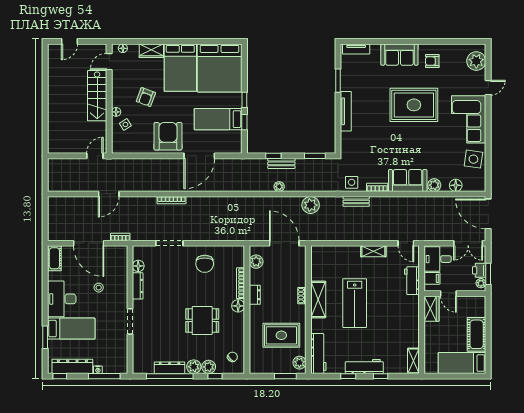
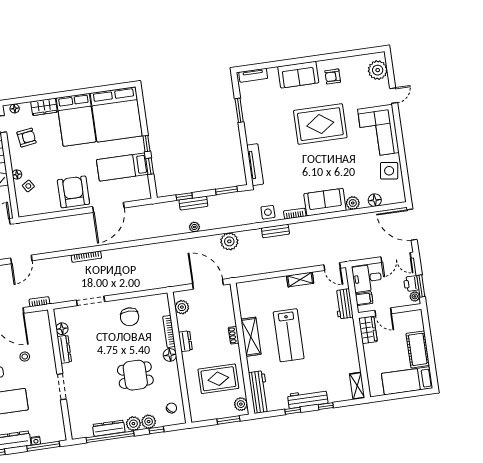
armchair: (146, 97) -> (27, 138), moved, turned -118
tv unit: (346, 111) -> (255, 165), moved

